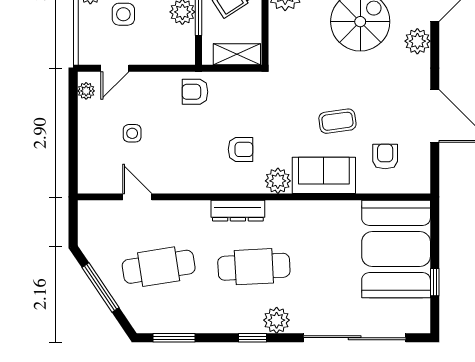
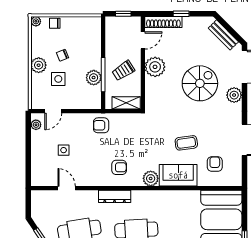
armchair: (240, 149) -> (119, 167), moved
dresser: (238, 211) -> (115, 196), moved

